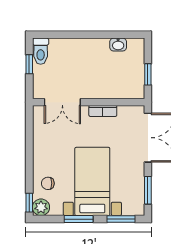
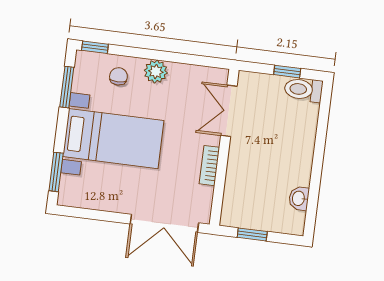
window: (148, 190) -> (91, 214), removed
plant: (41, 207) -> (156, 72), moved
window: (79, 219) -> (67, 87), moved

